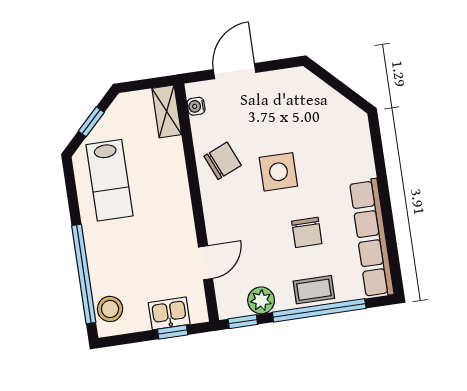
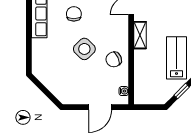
shelving: (167, 111) -> (140, 35), moved
side table: (278, 172) -> (84, 49), turned 45

